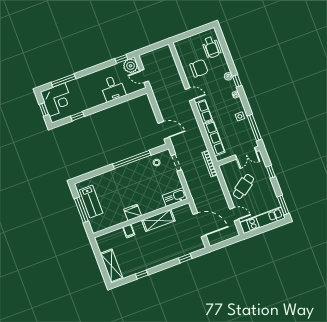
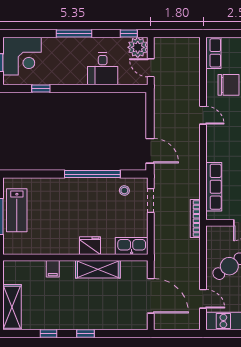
window: (63, 80) -> (74, 34), moved
row of seats: (204, 112) -> (213, 53), moved
fridge: (133, 212) -> (90, 246), moved
window: (185, 258) -> (85, 334), moved

